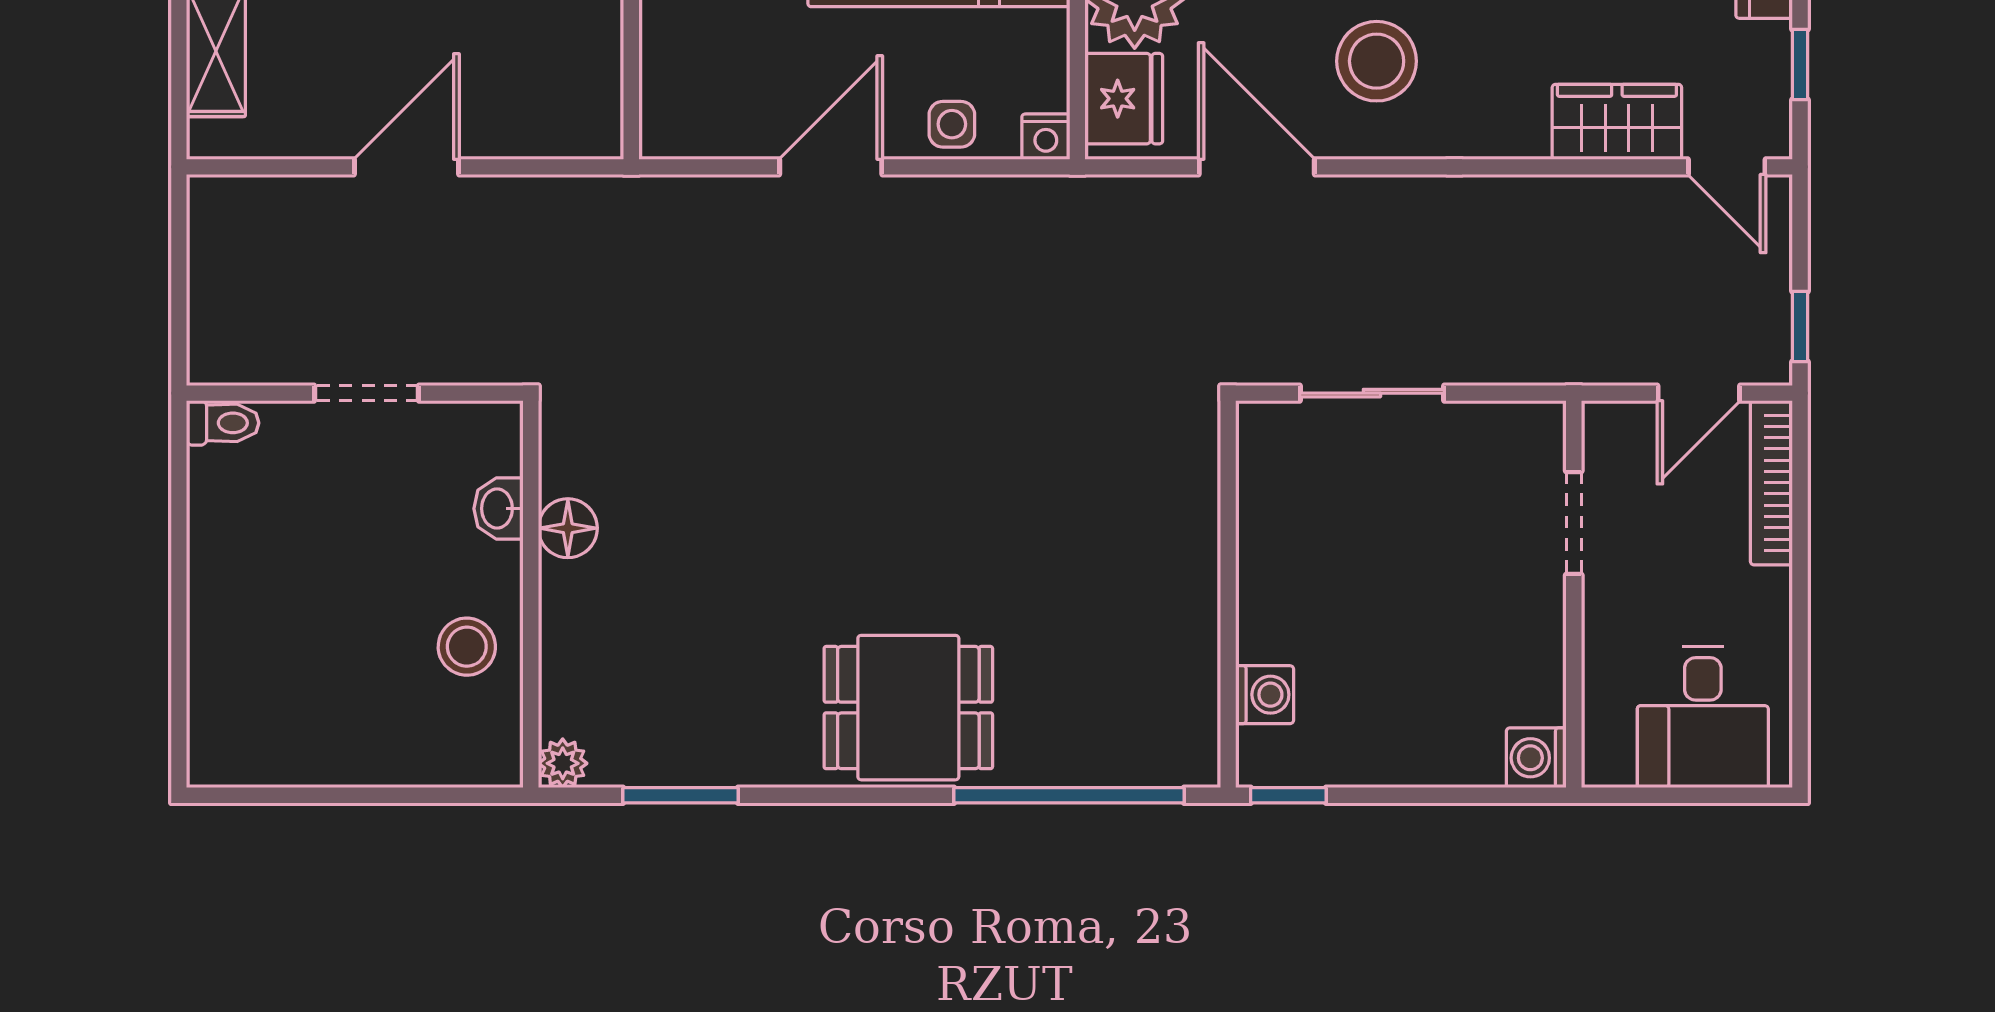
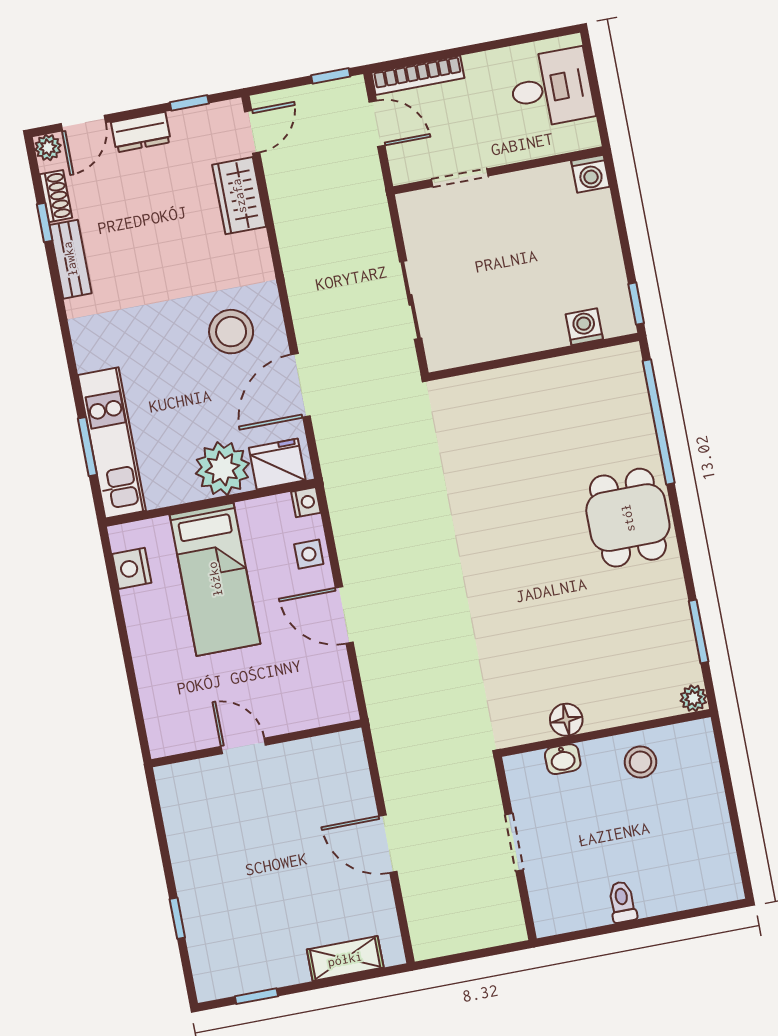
toilet: (223, 423) -> (622, 902), moved

